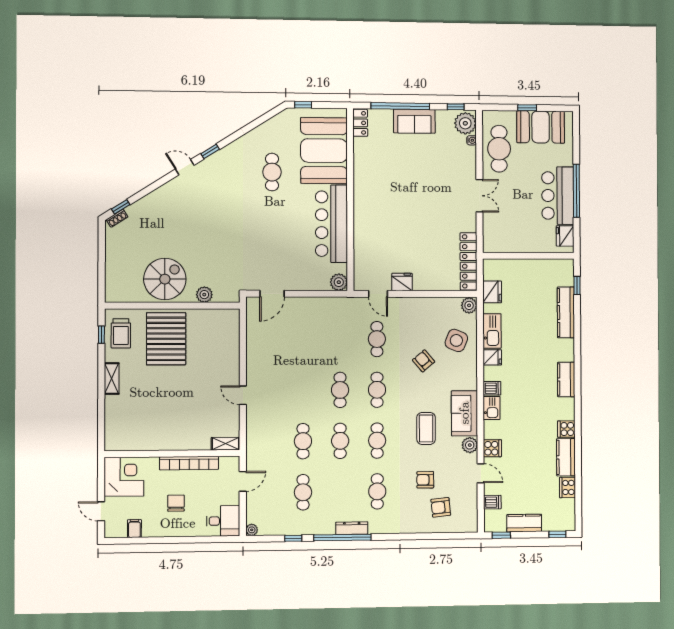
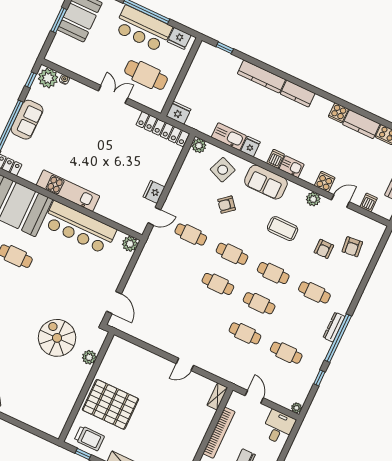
window: (527, 108) -> (59, 20), width x1.50
cafe table: (499, 149) -> (146, 75), moved
kitchen unit: (363, 195) -> (68, 191), added
spiral stairs: (165, 279) -> (57, 338), moved
fridge: (492, 292) -> (178, 113), moved
kitchen counter: (566, 312) -> (262, 77), moved
sofa: (464, 413) -> (266, 182), moved

